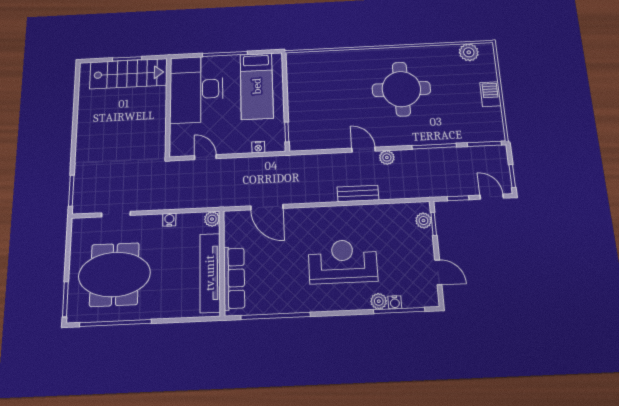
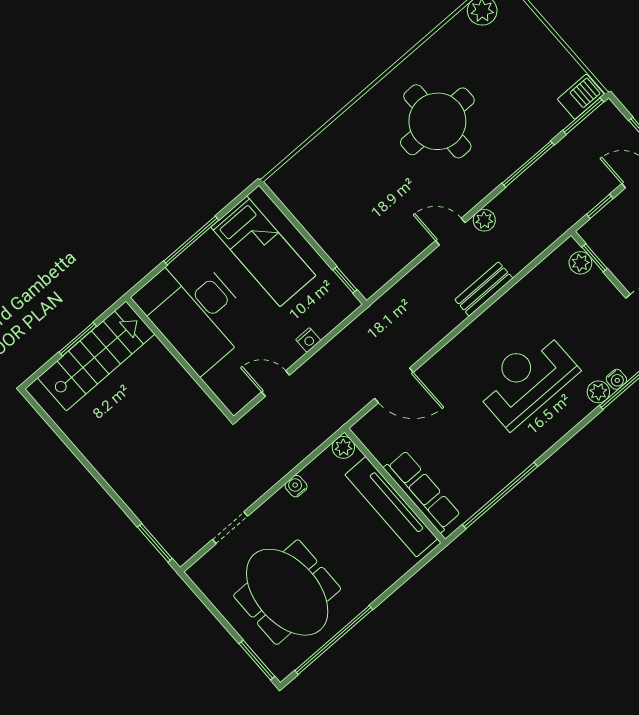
barbecue: (490, 94) -> (581, 97), moved, turned 90
nightstand: (258, 147) -> (308, 340), moved
meeting table: (114, 274) -> (287, 592), turned 90

